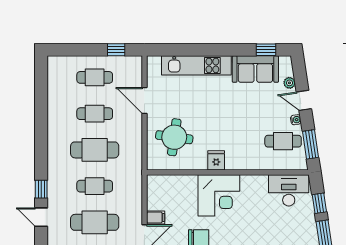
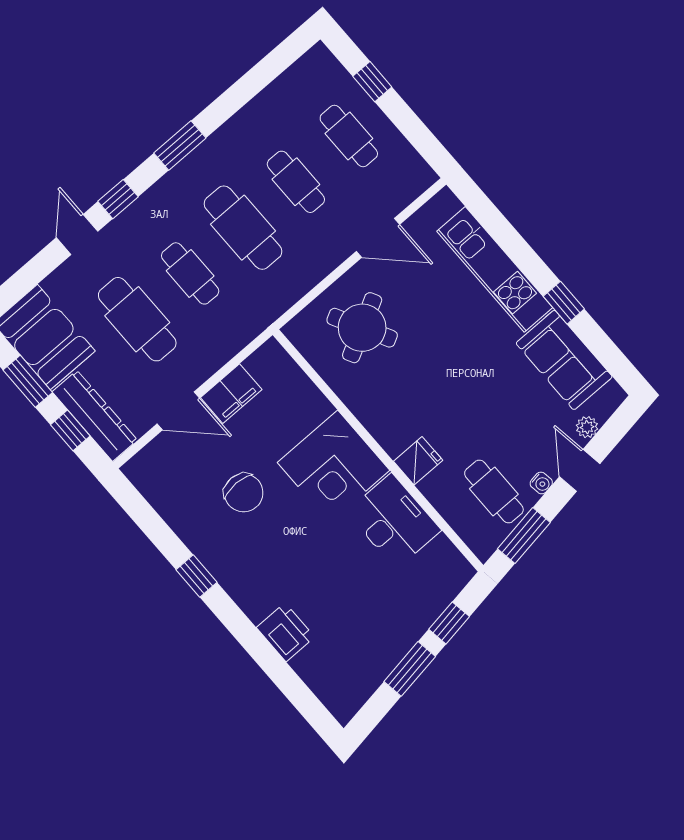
window: (116, 50) -> (372, 82), moved
window: (266, 50) -> (564, 303), moved
door: (144, 101) -> (378, 238), swing flipped
round table: (174, 137) -> (362, 328), turned -36
window: (41, 147) -> (180, 145), added
fridge: (216, 160) -> (418, 461), moved
desk: (289, 190) -> (394, 521), moved
filing cabinet: (156, 217) -> (231, 394), width x2.00

